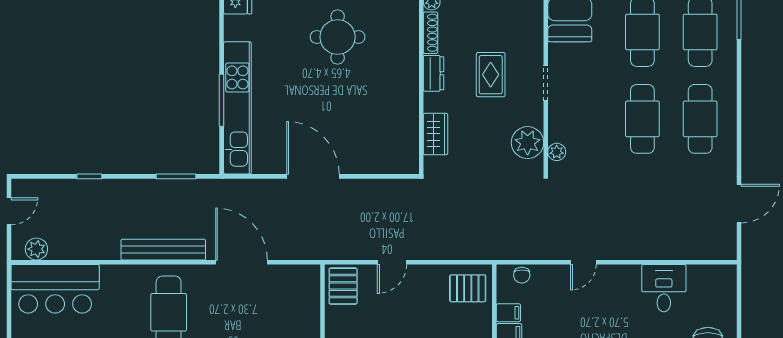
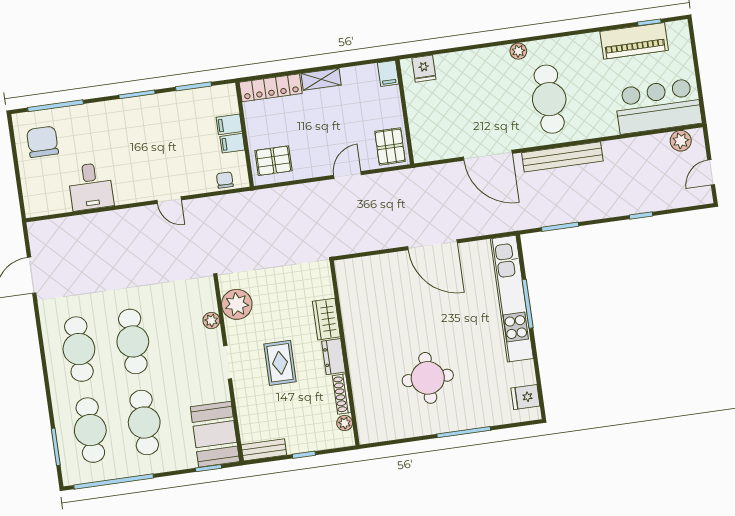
wardrobe: (435, 134) -> (326, 319), moved
plant: (557, 152) -> (211, 320), moved
door: (583, 262) -> (169, 200), swing flipped

